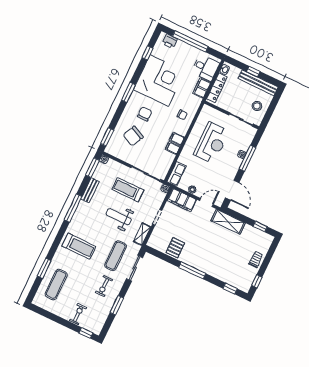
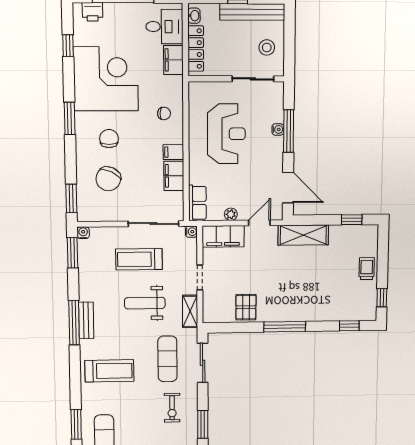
filing cabinet: (173, 148) -> (174, 176), width x2.00
bench: (90, 190) -> (86, 320), moved

